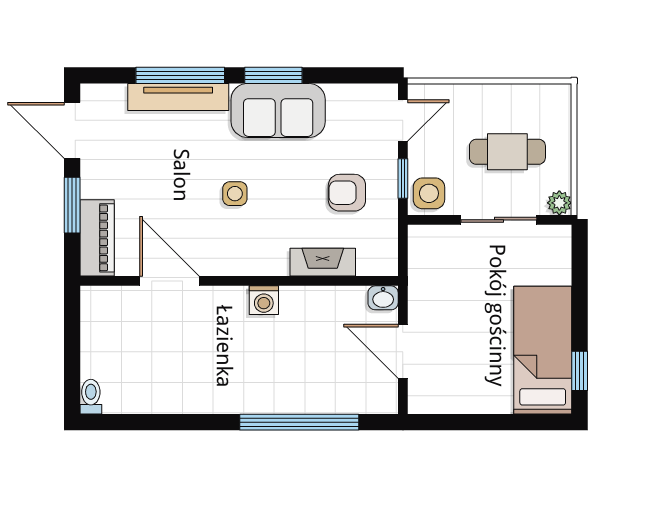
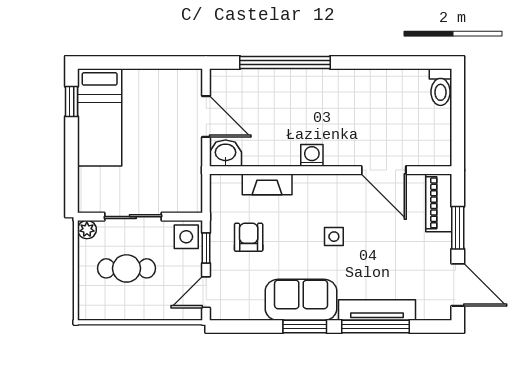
armchair: (347, 193) -> (249, 237), turned -90
washbasin: (383, 298) -> (225, 153), width x1.38, depth x1.45
toilet: (91, 397) -> (441, 87), width x1.37, depth x1.39

